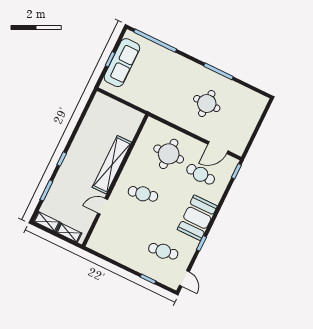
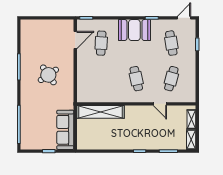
sofa: (122, 63) -> (65, 130), moved, turned -90
round table: (207, 104) -> (48, 75), moved, turned -35
door: (218, 148) -> (75, 40), hinge flipped
round table: (169, 154) -> (98, 74), removed
shelving: (112, 165) -> (100, 112), moved
cafe table: (124, 232) -> (171, 79), added

